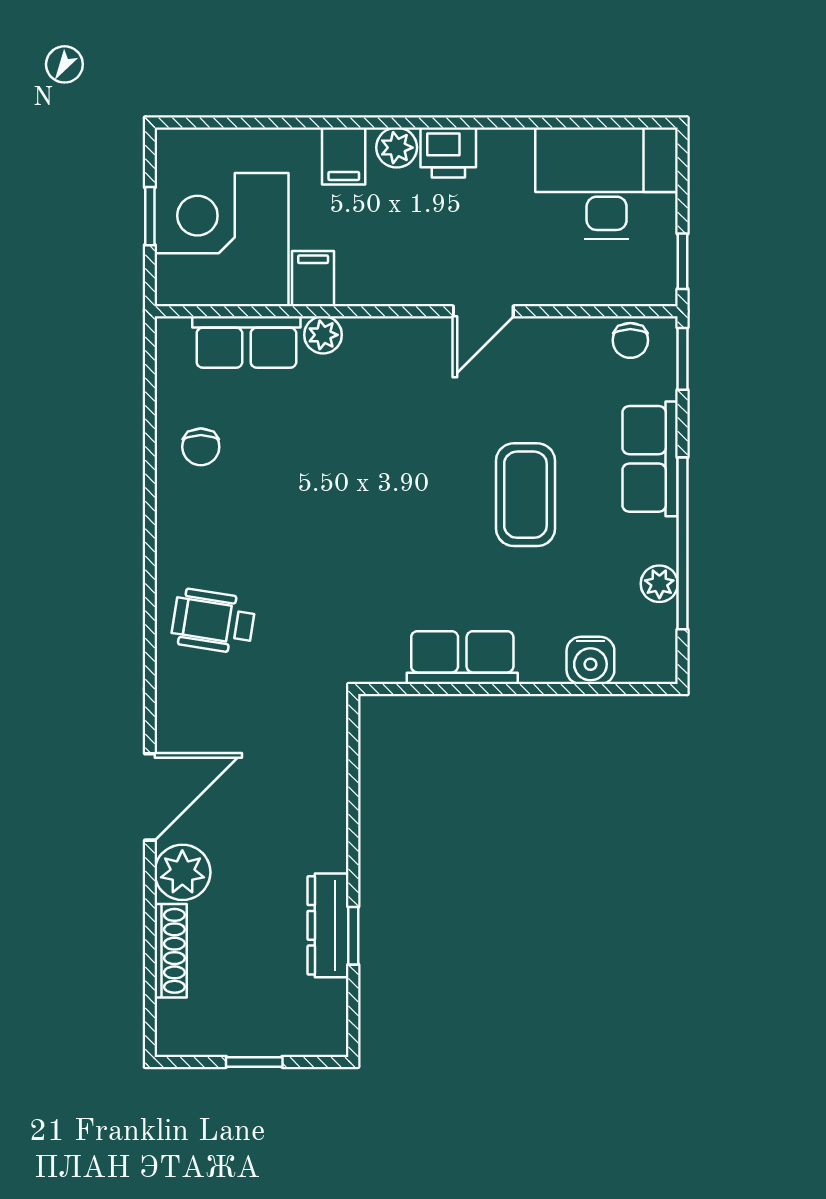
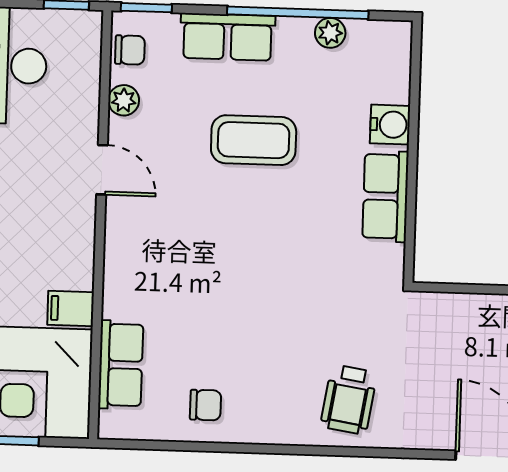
plant: (323, 335) -> (124, 100), moved
water cooler: (590, 660) -> (390, 125), moved

